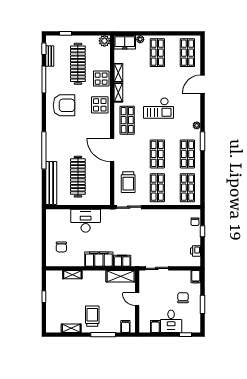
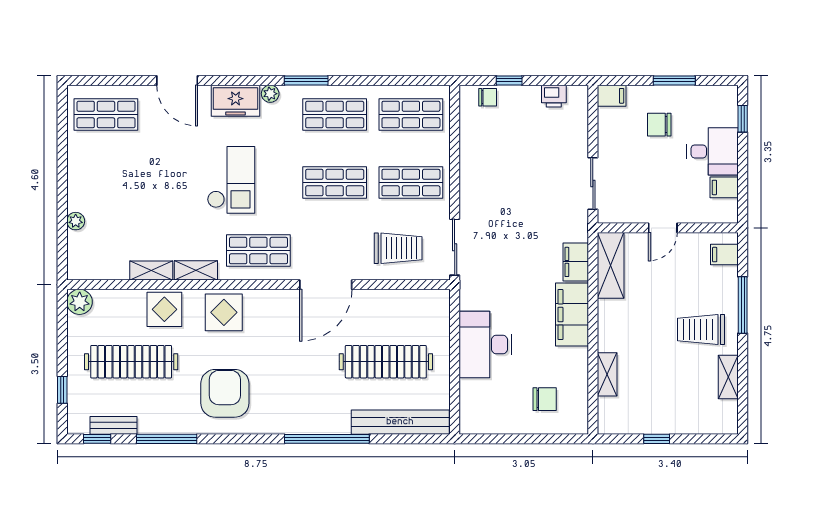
freezer: (125, 42) -> (236, 101), moved, turned 90
shop shelf: (157, 53) -> (106, 183), removed

